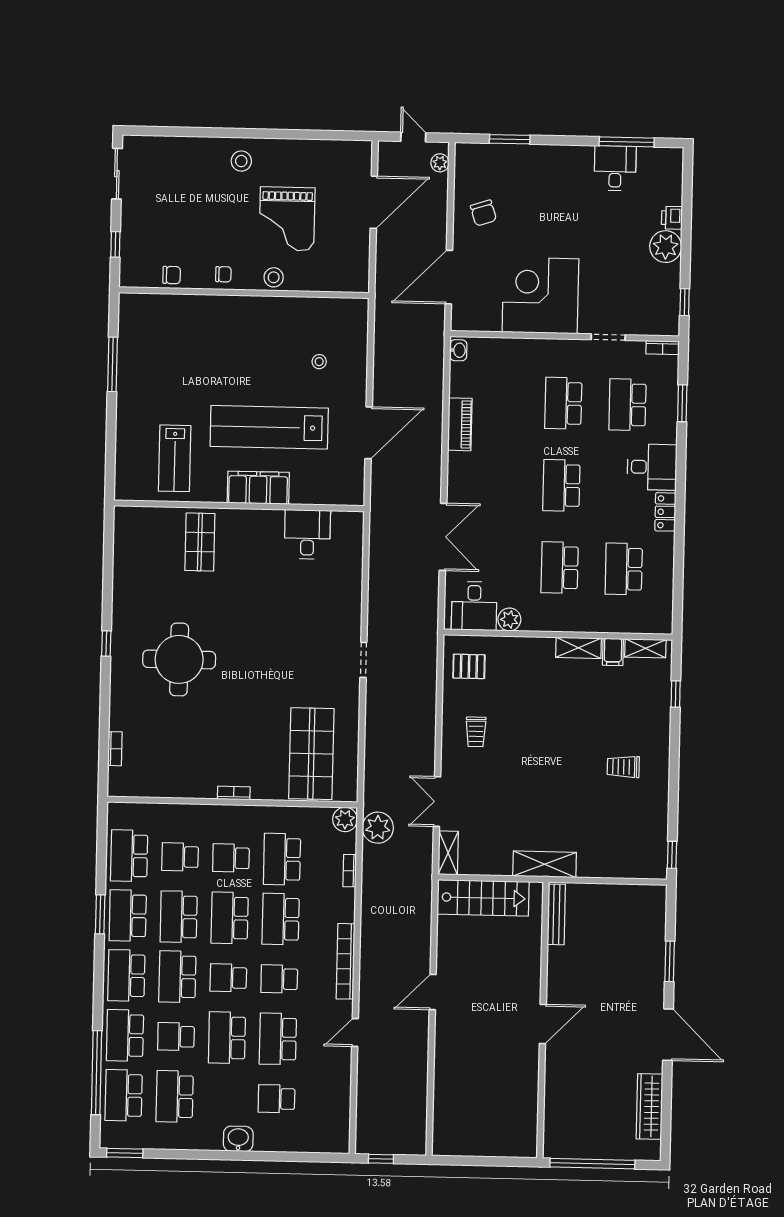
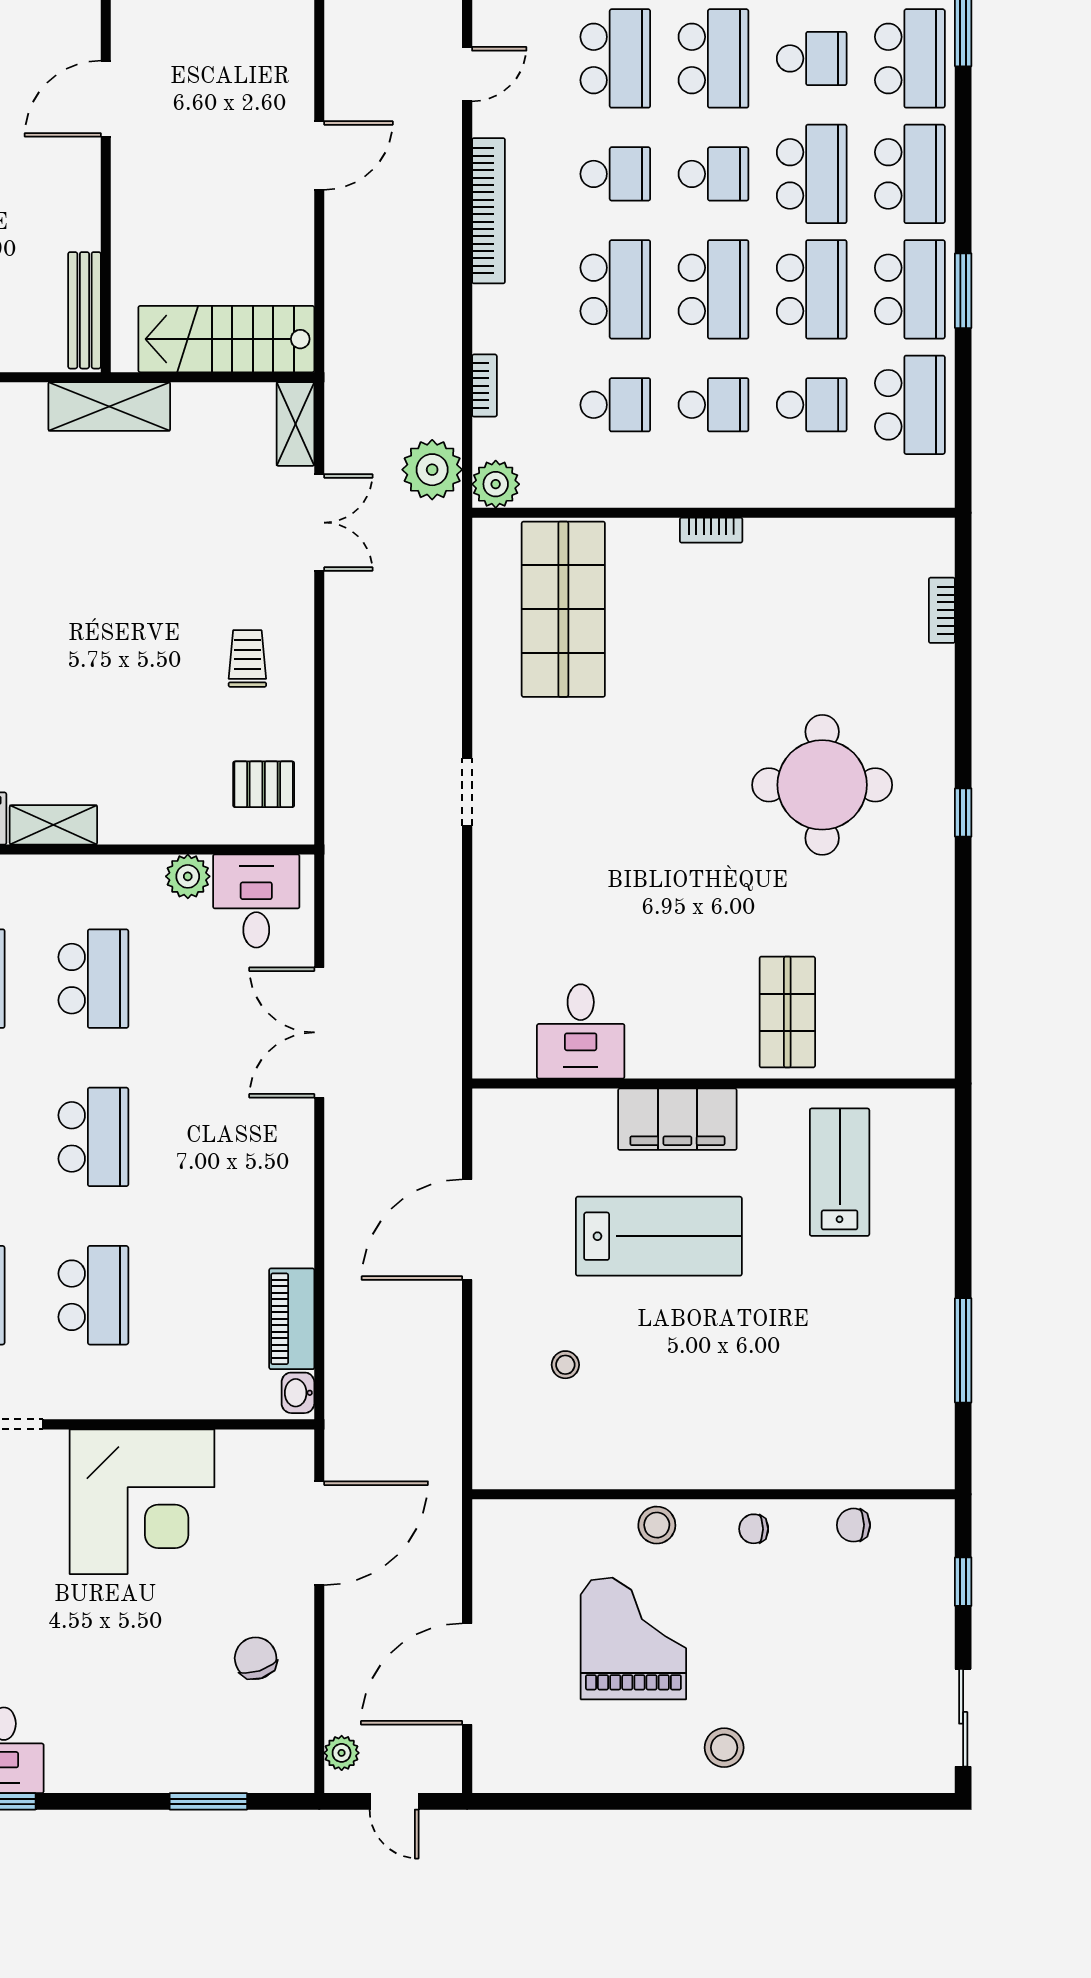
piano: (460, 424) -> (292, 1319), moved
lab bench: (269, 427) -> (659, 1236), width x0.73
school desk: (282, 859) -> (615, 405), width x0.54

